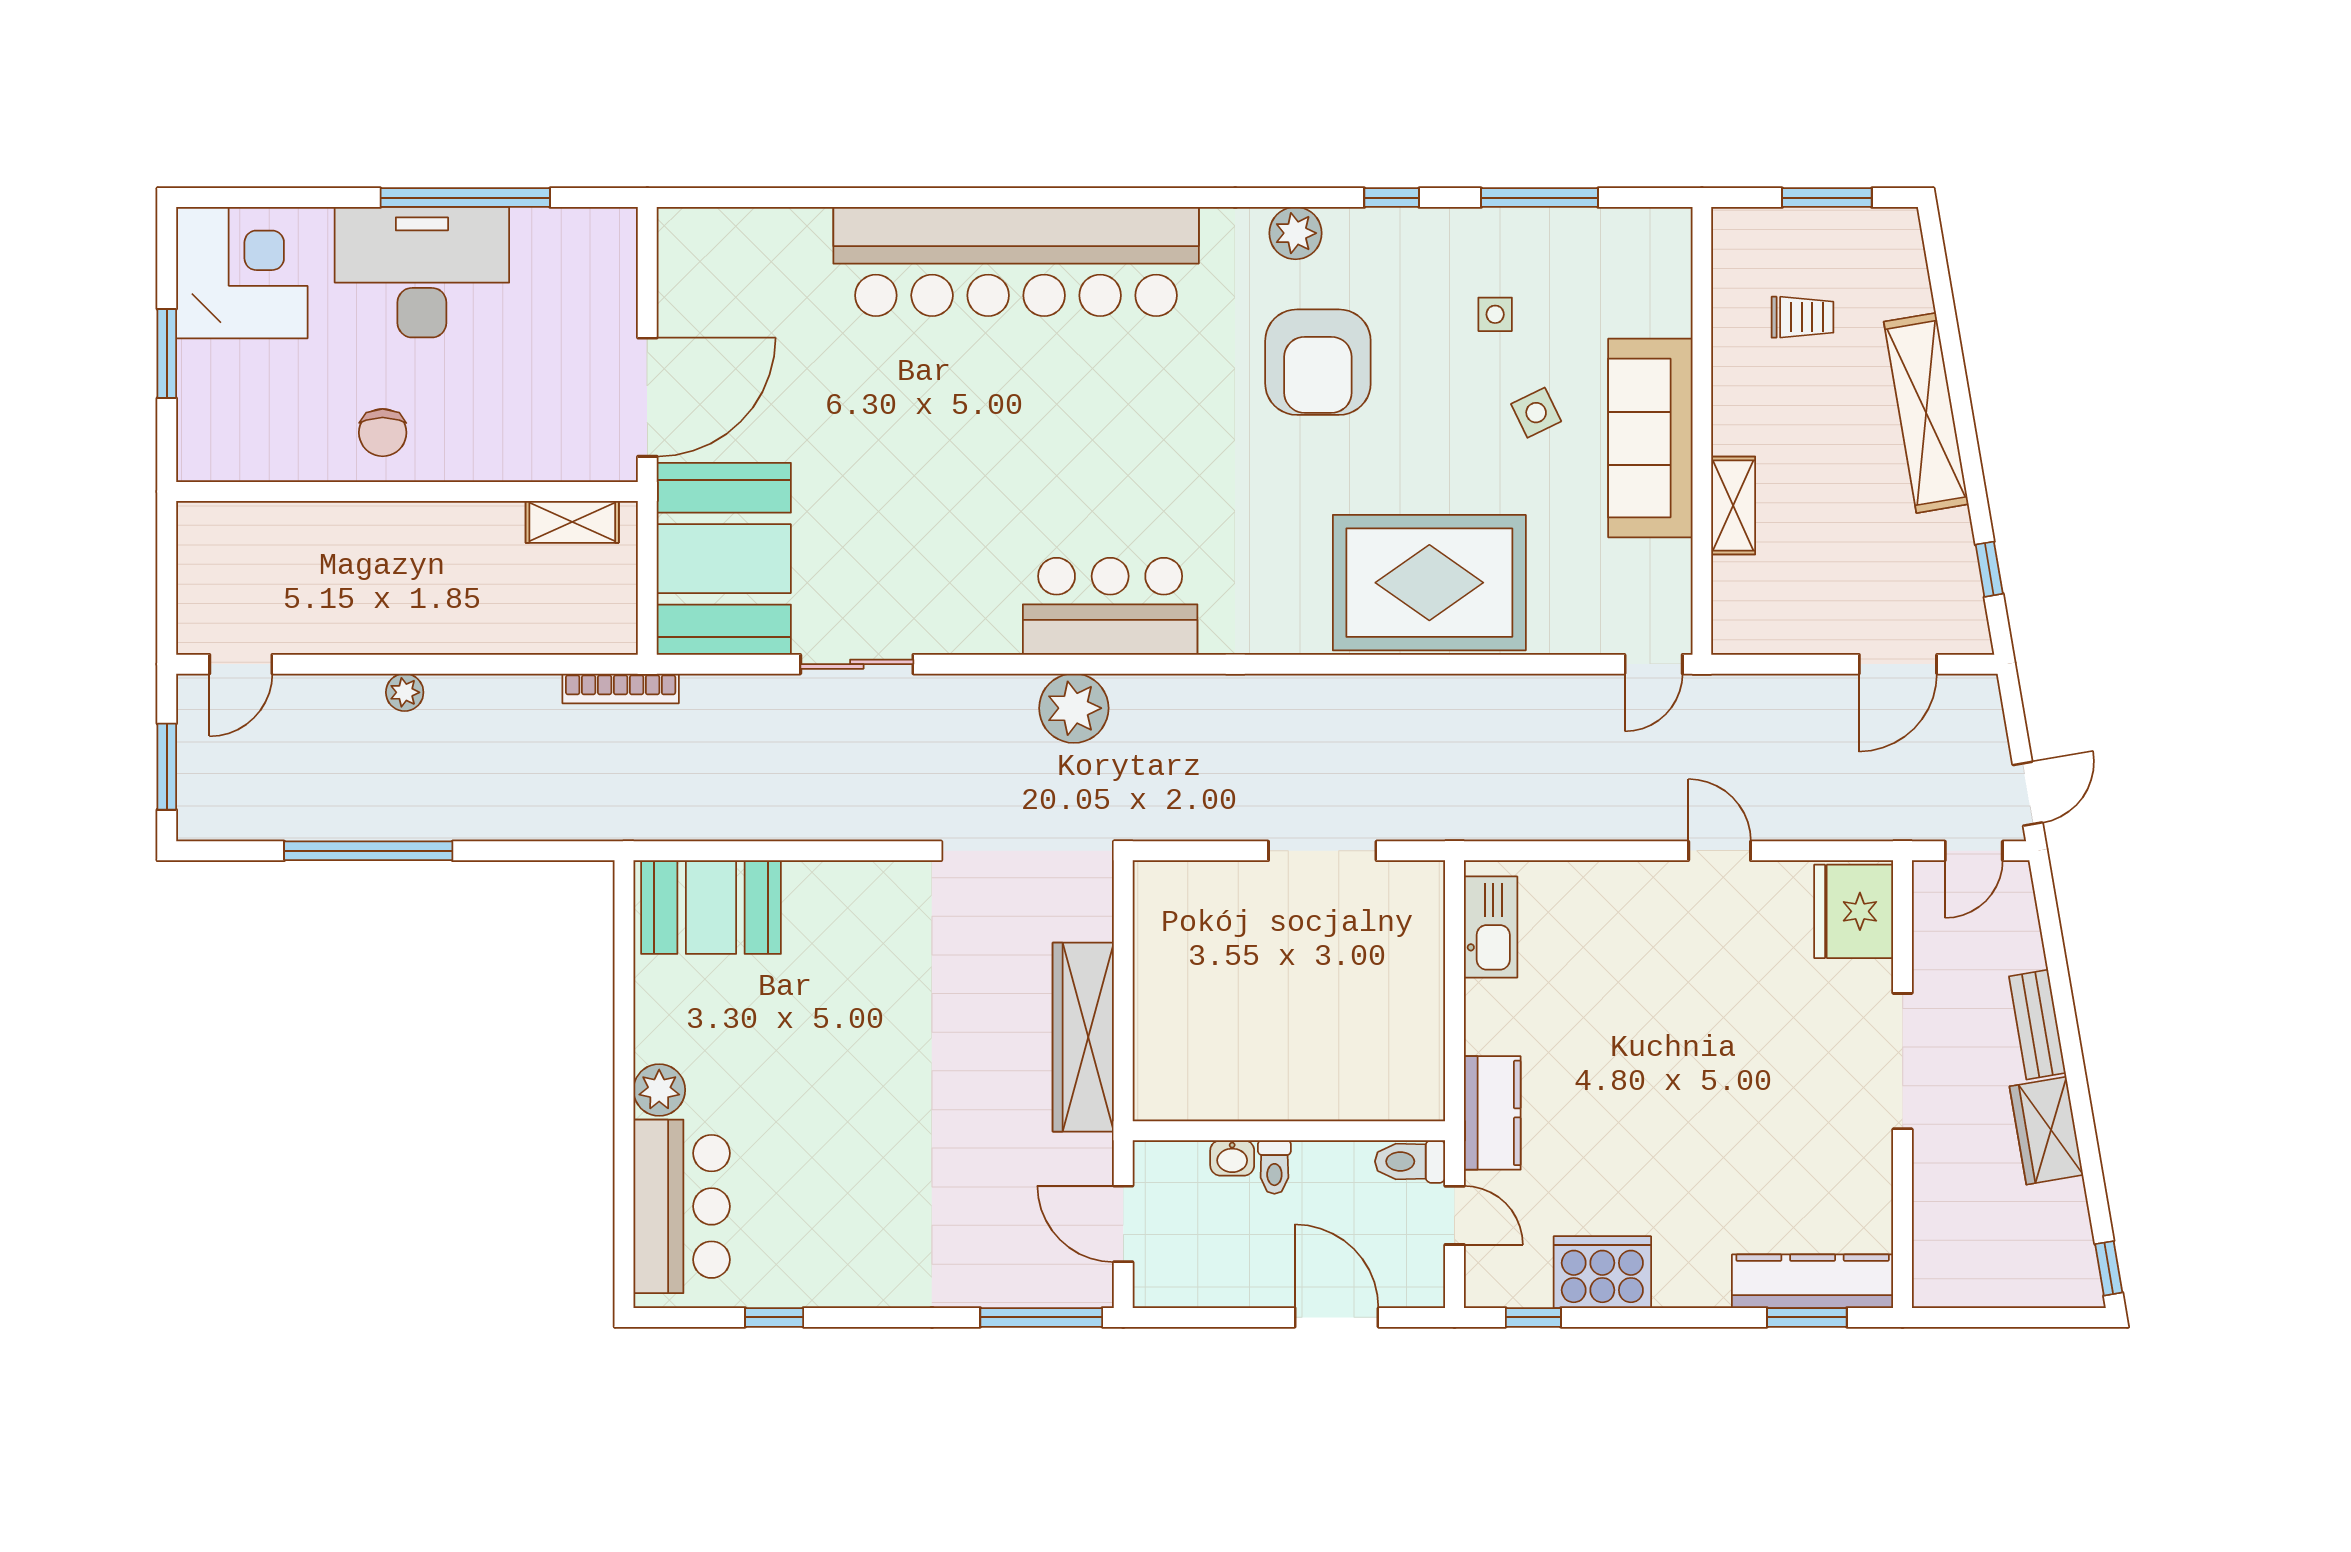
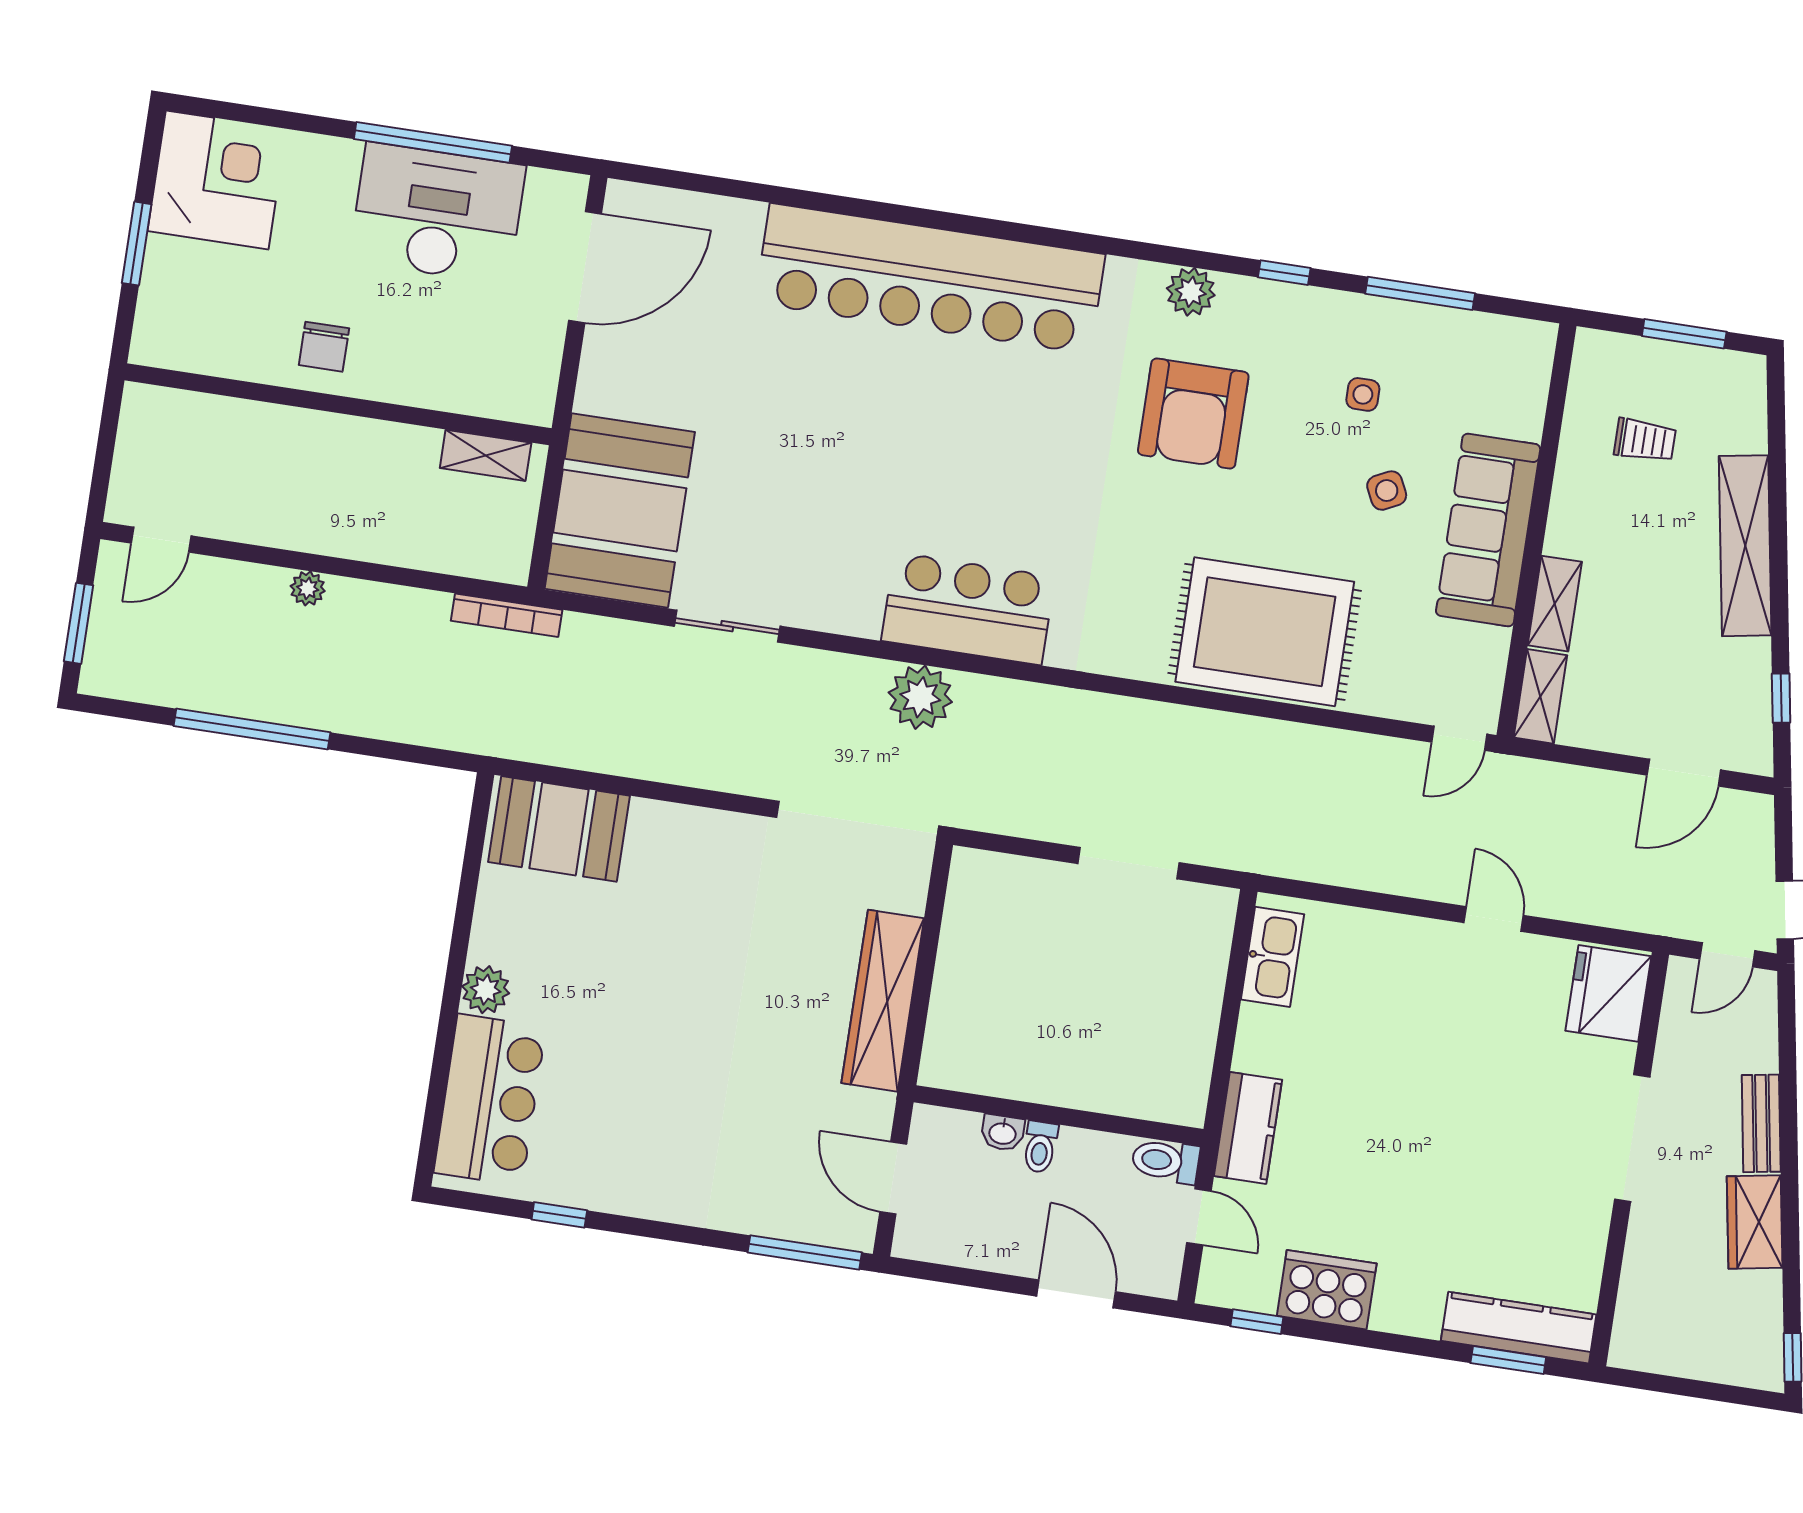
desk: (422, 272) -> (437, 213), moved
door: (647, 397) -> (585, 267), moved
shelving: (1733, 606) -> (1540, 696), added

